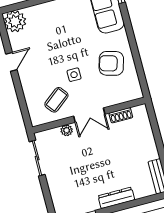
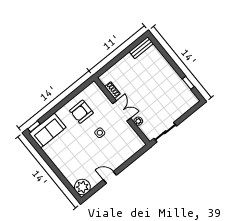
armchair: (111, 63) -> (81, 112), turned 74
coffee table: (56, 100) -> (121, 137), removed
dresser: (116, 198) -> (168, 69), removed

